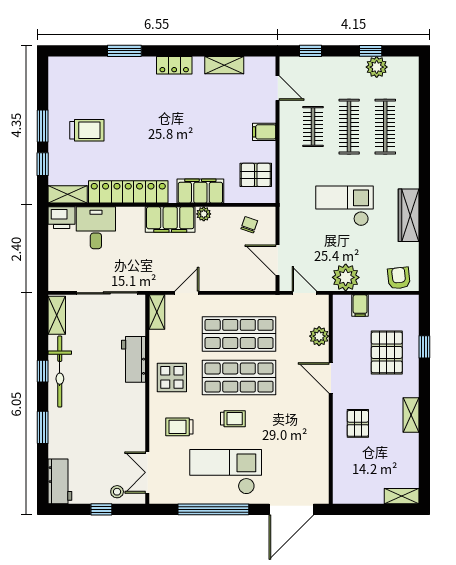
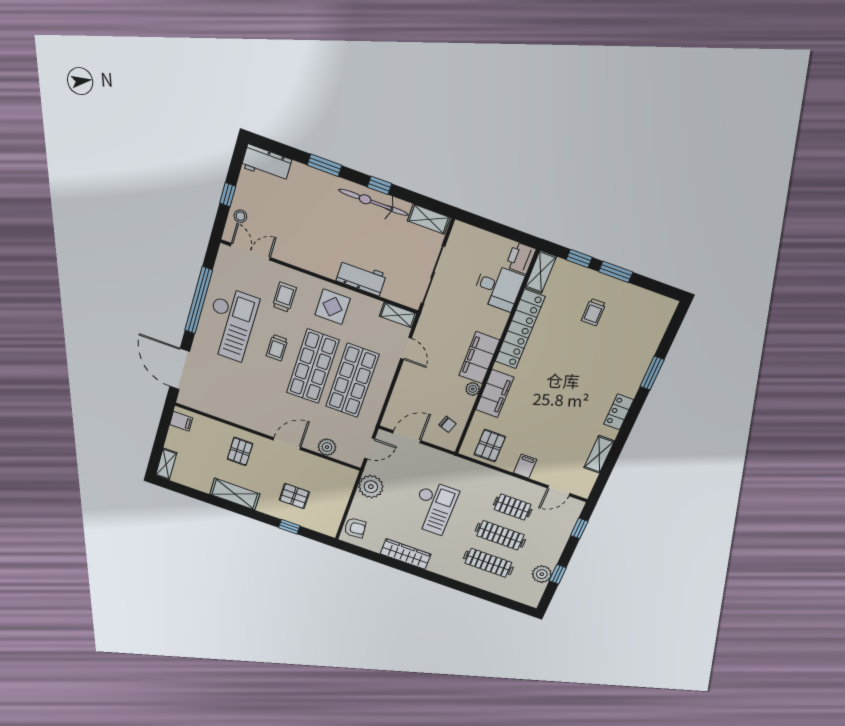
trolley: (87, 130) -> (593, 312), width x0.73, depth x0.72
filing cabinet: (360, 306) -> (181, 421), moved, turned 180
pallet: (387, 352) -> (294, 496), width x0.67, depth x0.71
shelving: (411, 415) -> (235, 494), width x1.50, depth x1.33
pallet: (358, 423) -> (240, 451), turned 90

